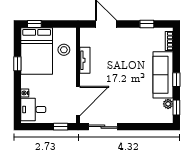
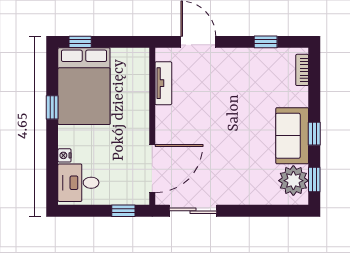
stool: (64, 50) -> (129, 84), removed
tv unit: (85, 60) -> (163, 83), moved
sofa: (163, 75) -> (292, 136), width x0.73
plant: (168, 104) -> (293, 181), width x1.88, depth x1.88

